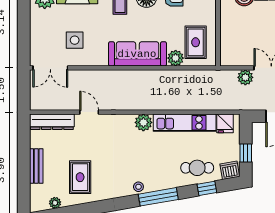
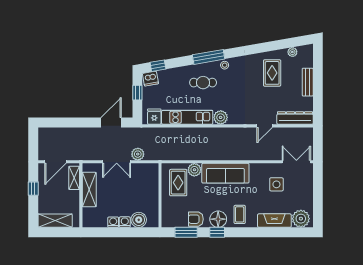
door: (89, 112) -> (265, 126), hinge flipped
cafe table: (197, 168) -> (203, 83), moved
window: (207, 188) -> (158, 66), moved

